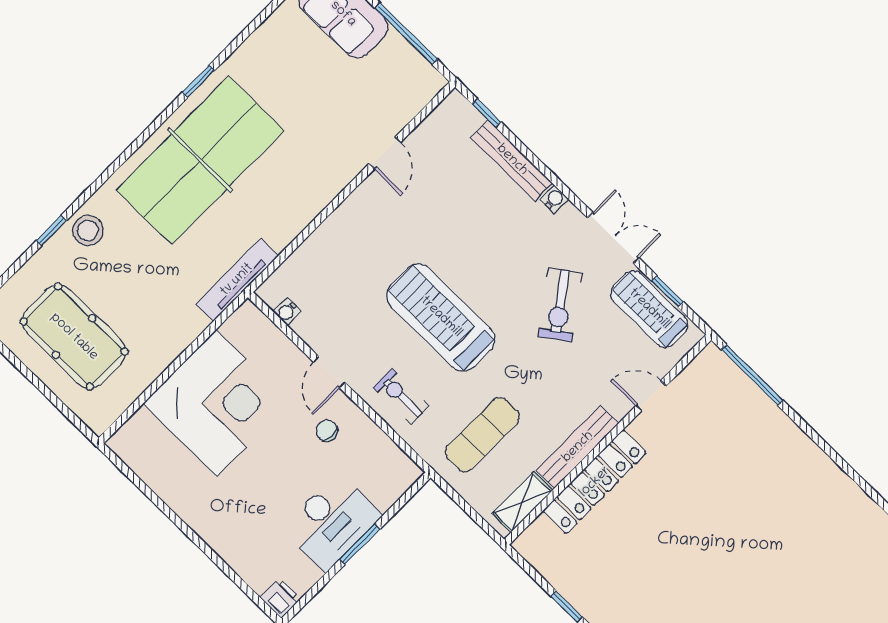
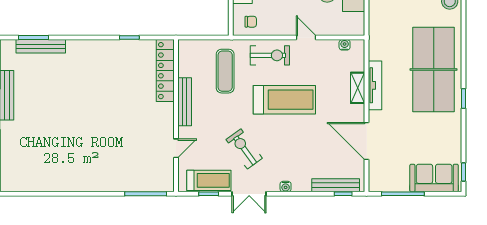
door: (385, 153) -> (367, 141), width x1.88
bench: (512, 160) -> (336, 185), moved
tv unit: (237, 280) -> (375, 85), moved
exercise bike: (401, 396) -> (270, 55), width x1.38, depth x1.39
chair: (327, 431) -> (251, 22), moved
locker: (595, 482) -> (165, 71), moved
shelving: (523, 502) -> (358, 88), moved

